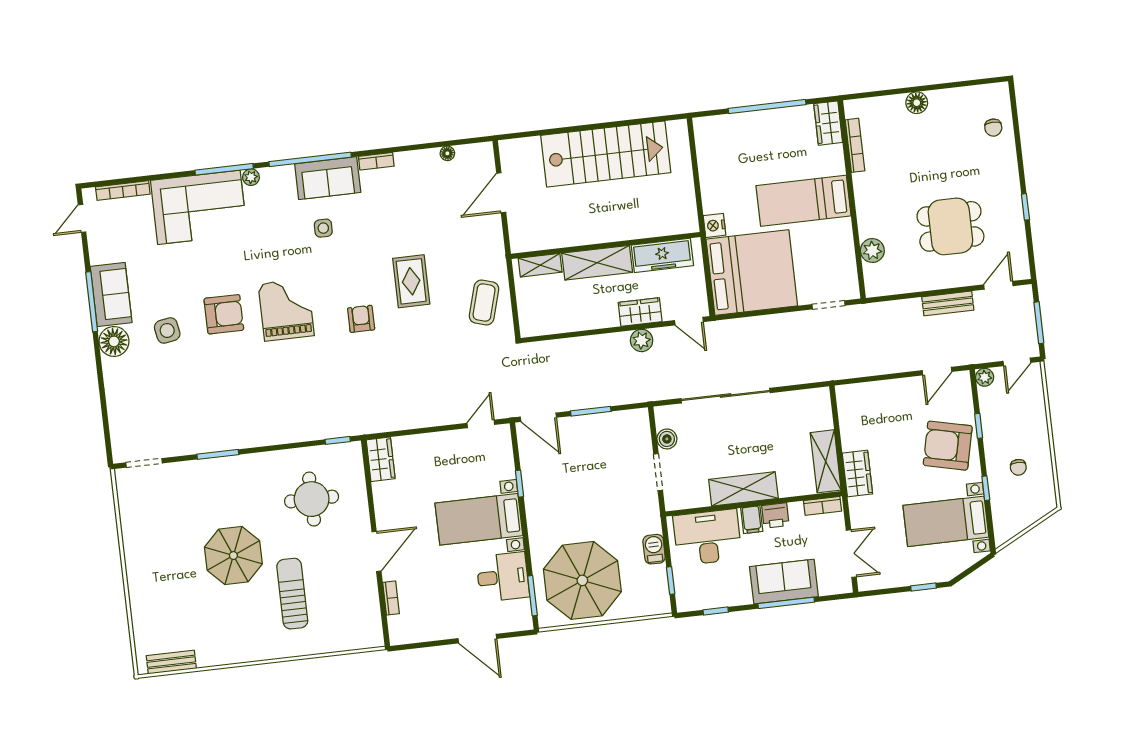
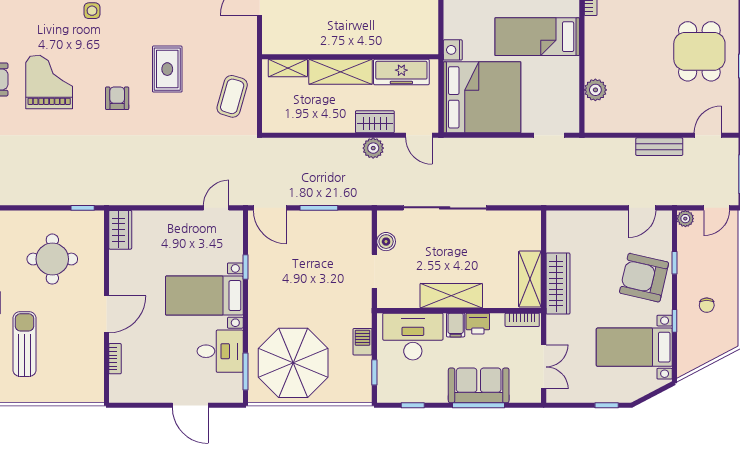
dining table: (950, 226) -> (699, 51), moved, turned 90
wardrobe: (857, 474) -> (558, 284), width x1.50

